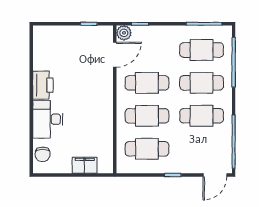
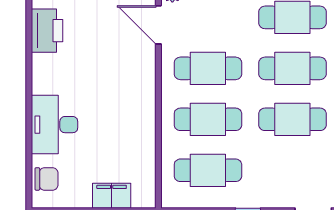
door: (115, 55) -> (158, 25), swing flipped
printer: (43, 85) -> (47, 31), moved
chair: (43, 154) -> (46, 179), turned -90

